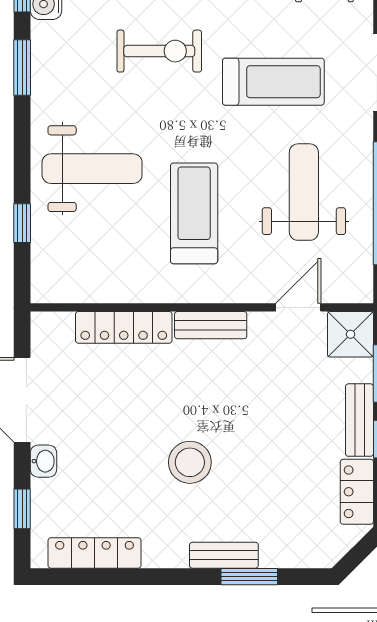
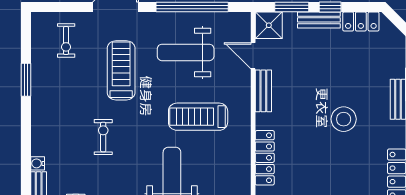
exercise bike: (159, 51) -> (103, 137), width x0.73, depth x0.72
bench: (211, 325) -> (263, 91), moved

